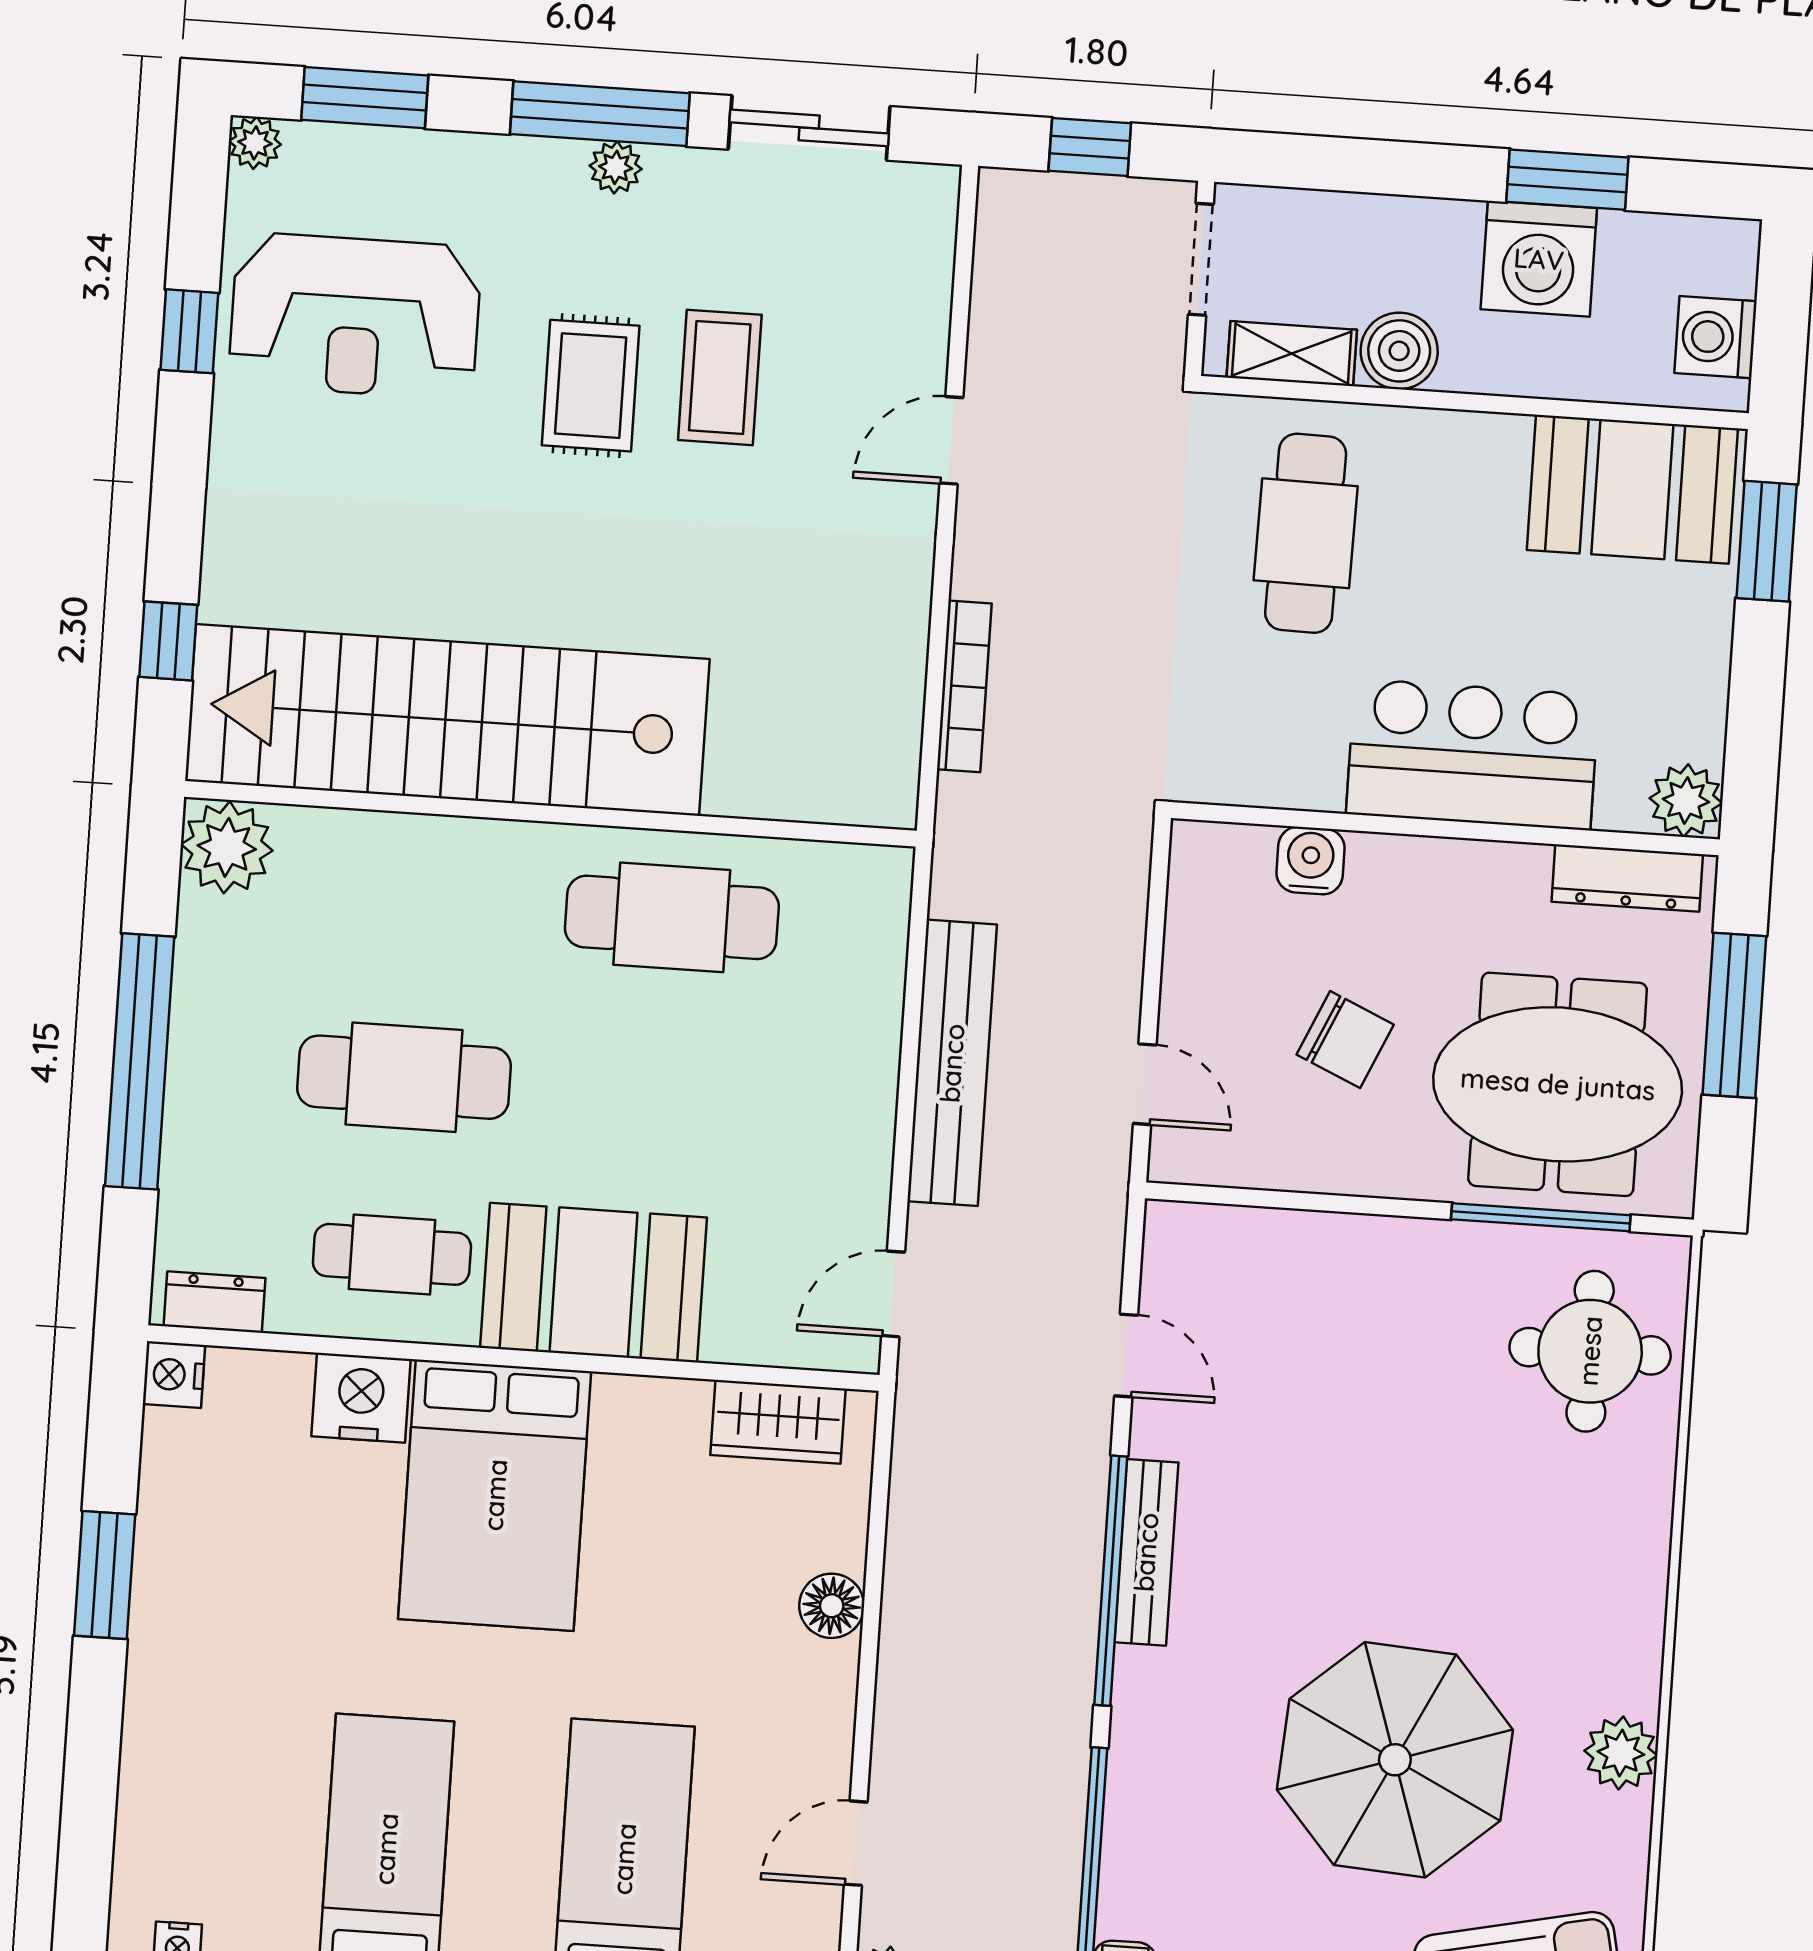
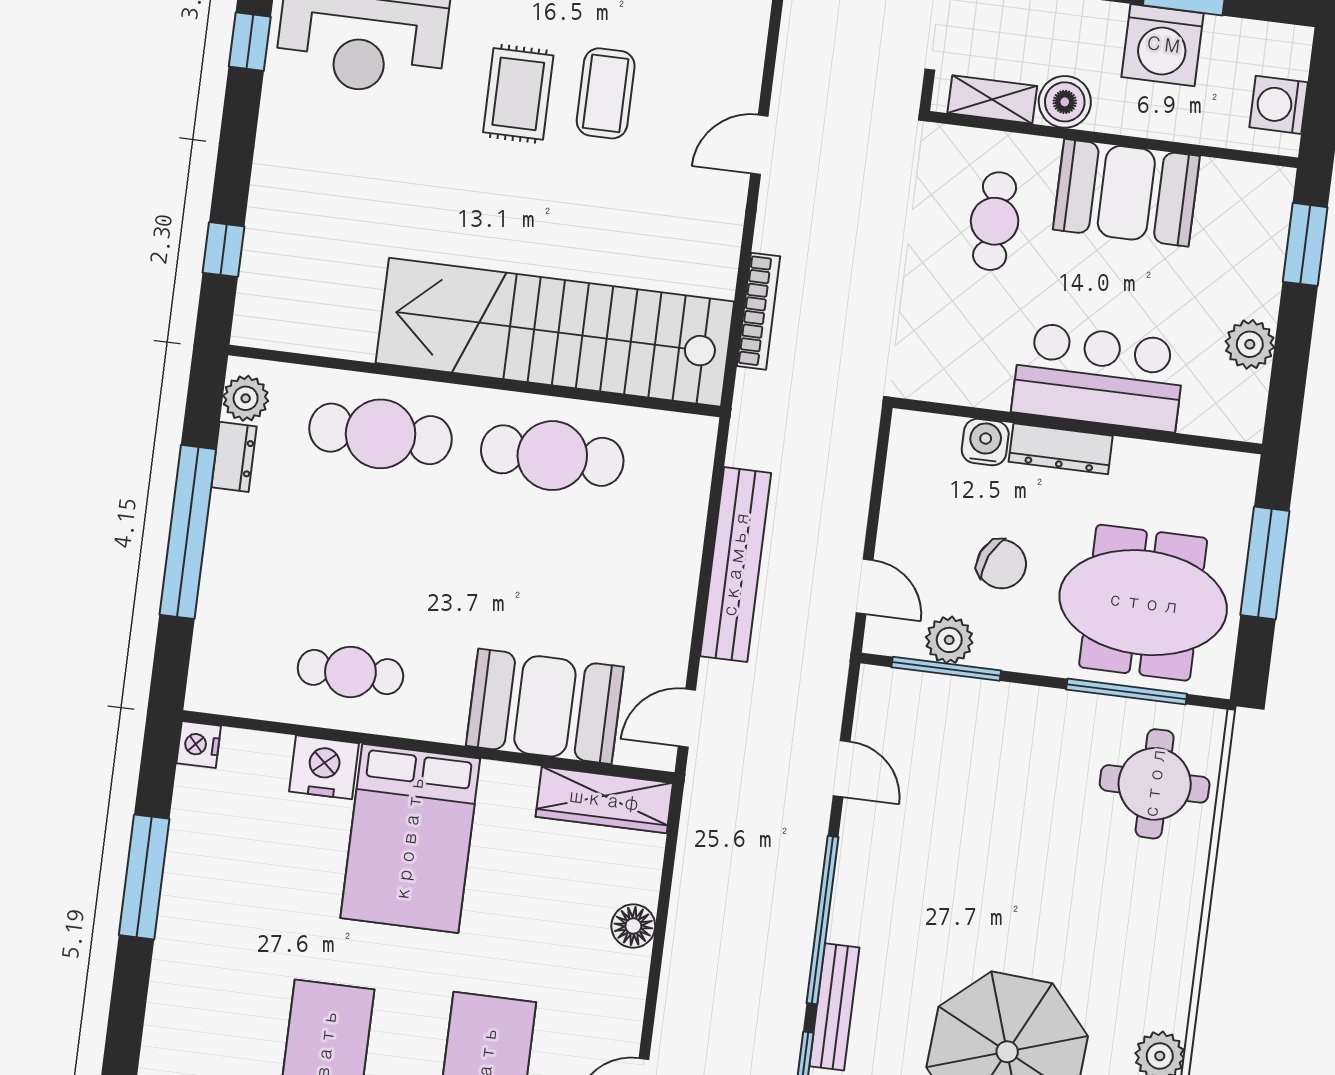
booth: (1632, 489) -> (1126, 193), moved
cafe table: (1306, 533) -> (995, 221), width x0.73, depth x0.74
stairs: (447, 720) -> (555, 332), moved
plant: (1686, 801) -> (1250, 344), moved
plant: (227, 847) -> (246, 398), width x0.73, depth x0.73
dresser: (1627, 878) -> (1061, 449), moved
cafe table: (404, 1077) -> (381, 434), moved
plant: (1274, 1156) -> (949, 640), added
window: (1272, 1199) -> (946, 669), added
booth: (593, 1283) -> (545, 706), moved
dresser: (215, 1302) -> (234, 457), moved, turned 90
wardrobe: (778, 1422) -> (604, 800), width x1.50
bench: (1146, 1552) -> (834, 1007), moved
window: (105, 1575) -> (144, 877), width x1.44

